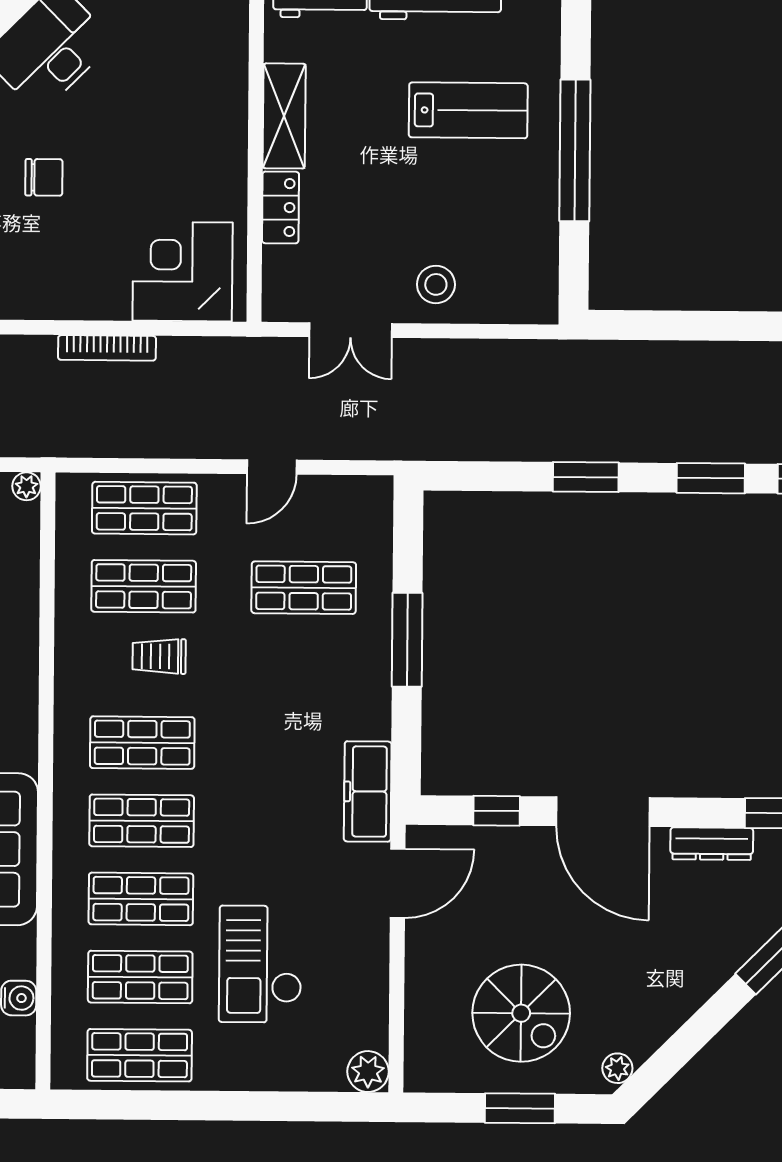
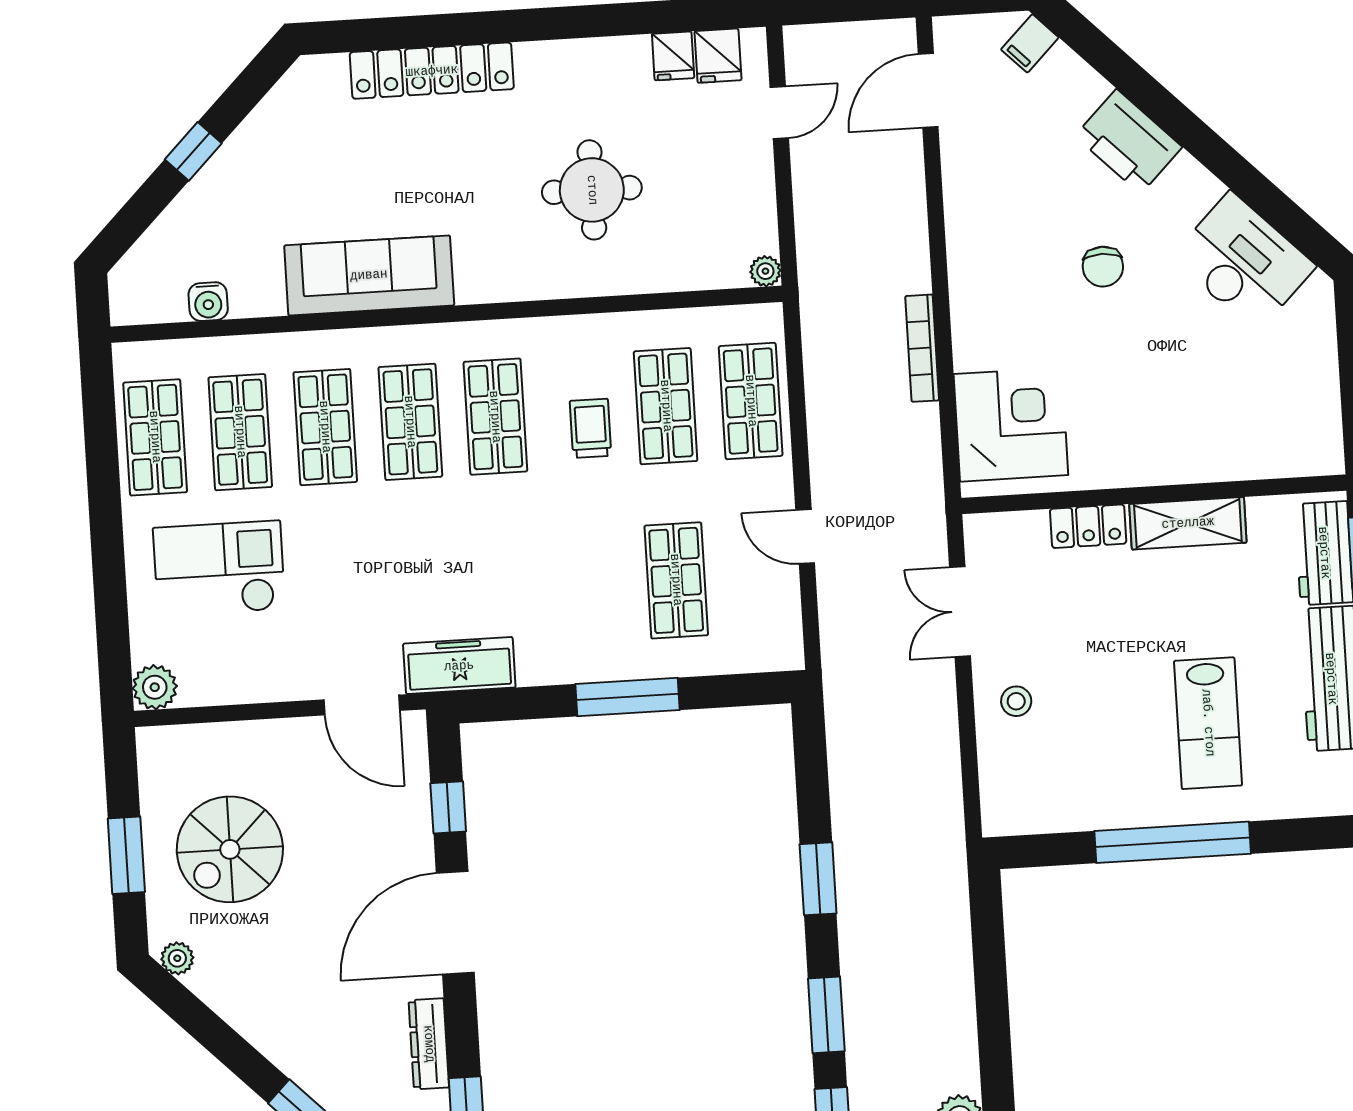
stool: (436, 284) -> (1016, 701), width x0.73, depth x0.73
checkout: (260, 964) -> (219, 569), moved

